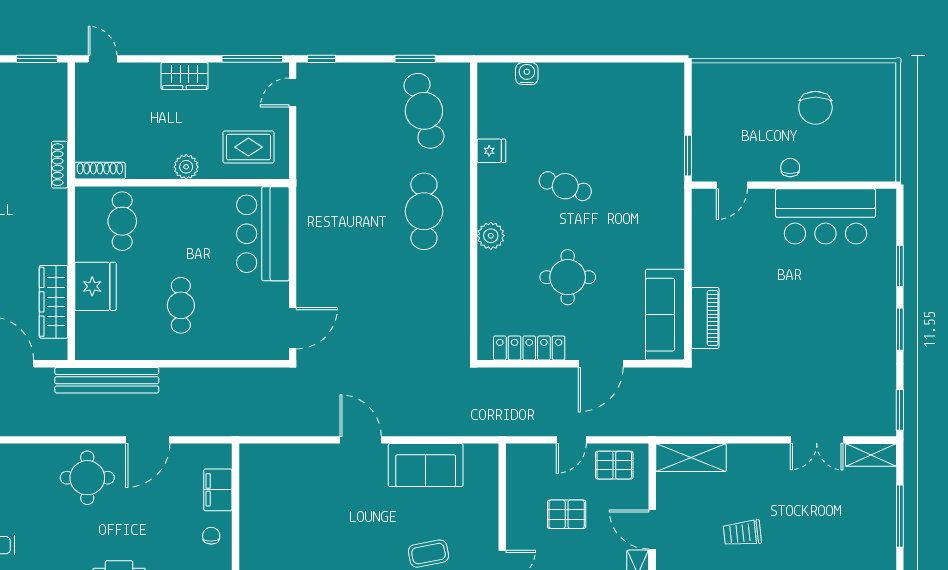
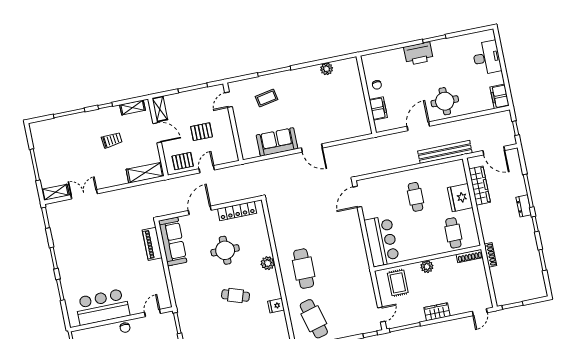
door: (103, 59) -> (480, 312), hinge flipped
rug: (248, 147) -> (398, 283), turned 90

